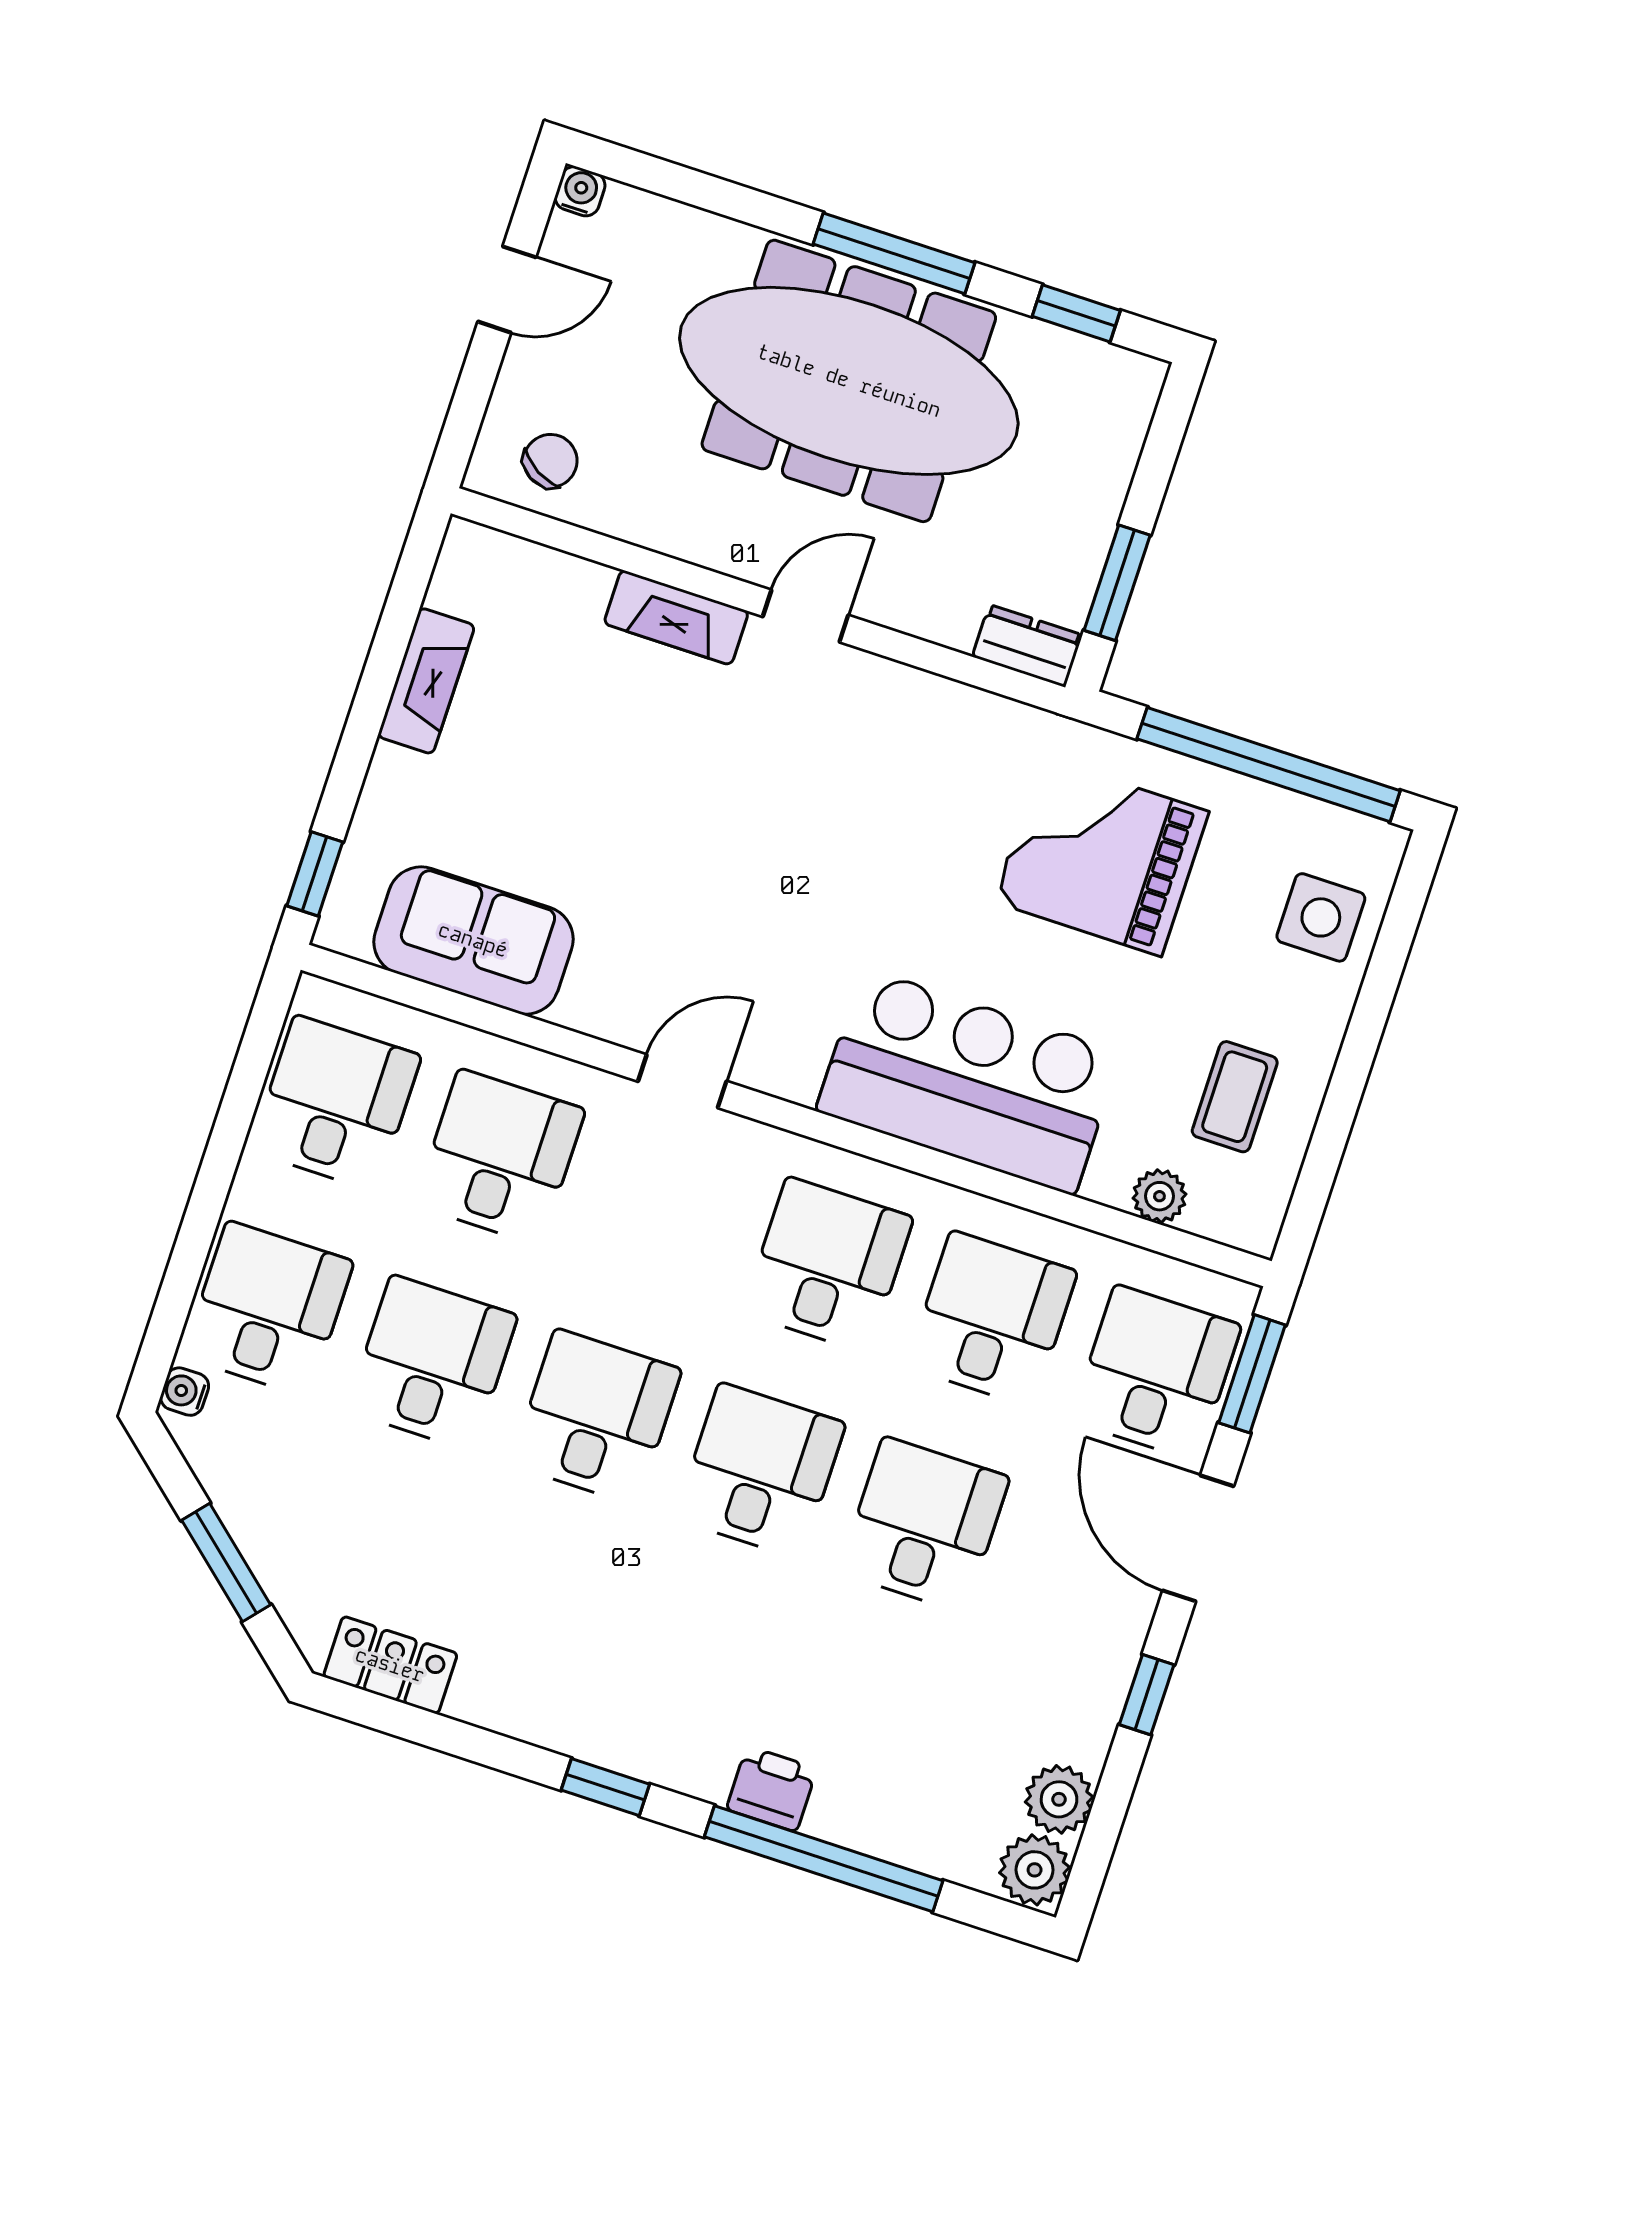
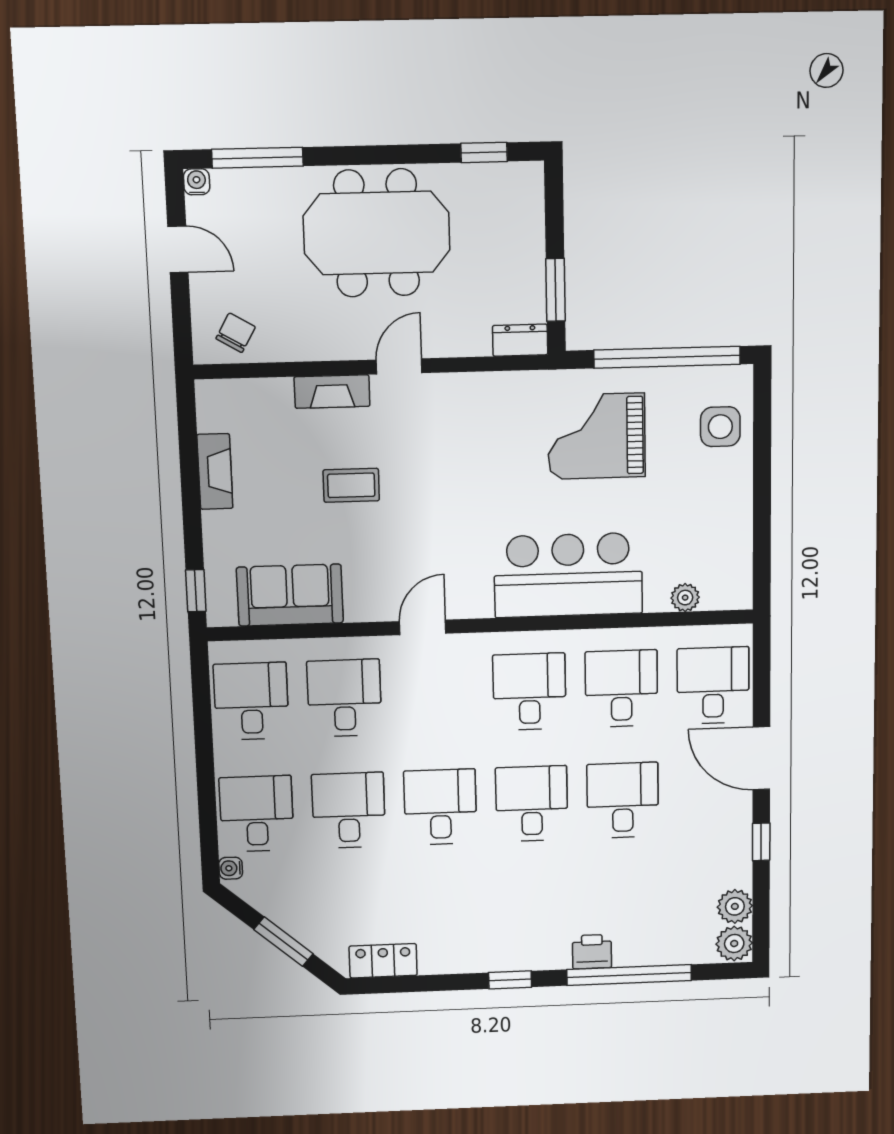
window: (894, 253) -> (257, 158), moved
door: (507, 289) -> (178, 249), hinge flipped
meeting table: (849, 381) -> (377, 233), width x0.73
coffee table: (1235, 1097) -> (351, 485), moved, turned 90
window: (1252, 1374) -> (762, 669), removed

